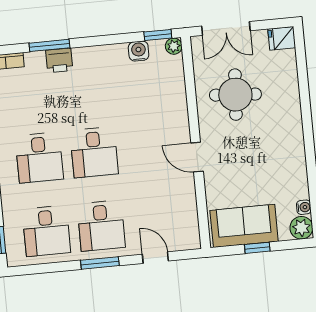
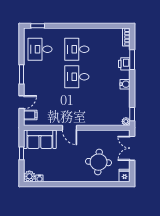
water cooler: (139, 51) -> (125, 84), moved
round table: (235, 95) -> (99, 162), moved
door: (197, 157) -> (70, 128), swing flipped
desk: (101, 226) -> (40, 77), removed
sofa: (244, 226) -> (40, 139), moved, turned 90
filing cabinet: (179, 238) -> (30, 115), added

